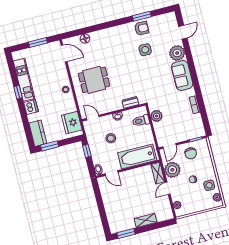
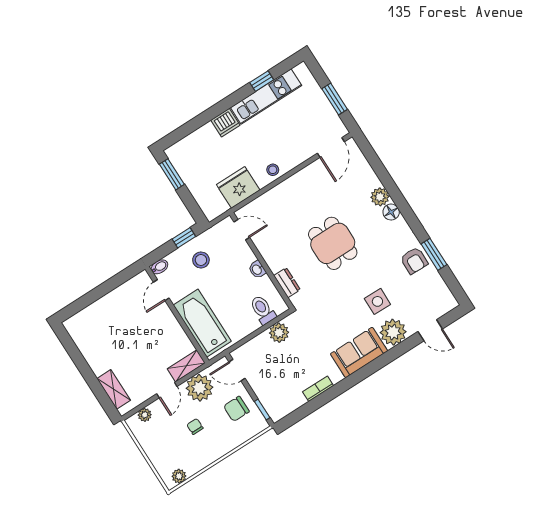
plant: (100, 35) -> (380, 197), added
floor lamp: (85, 39) -> (391, 212), moved
side table: (145, 50) -> (377, 301), moved
dining table: (94, 80) -> (333, 243), moved
window: (18, 92) -> (262, 81), moved
door: (93, 118) -> (242, 230), hinge flipped
fridge: (72, 123) -> (238, 187), moved
kitchen counter: (38, 133) -> (186, 148), removed
stool: (111, 138) -> (201, 260), moved
side table: (209, 185) -> (194, 456), removed
door: (168, 188) -> (167, 390), swing flipped
shelving: (146, 220) -> (114, 389), moved
window: (126, 233) -> (70, 347), removed

